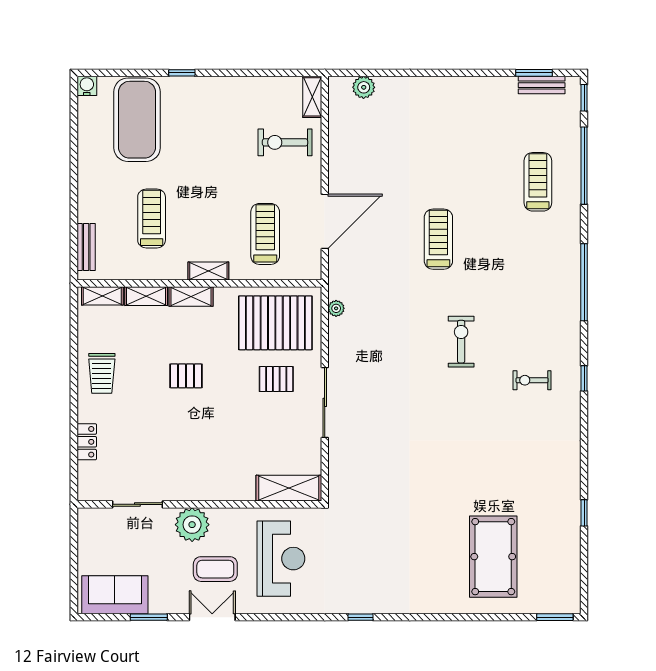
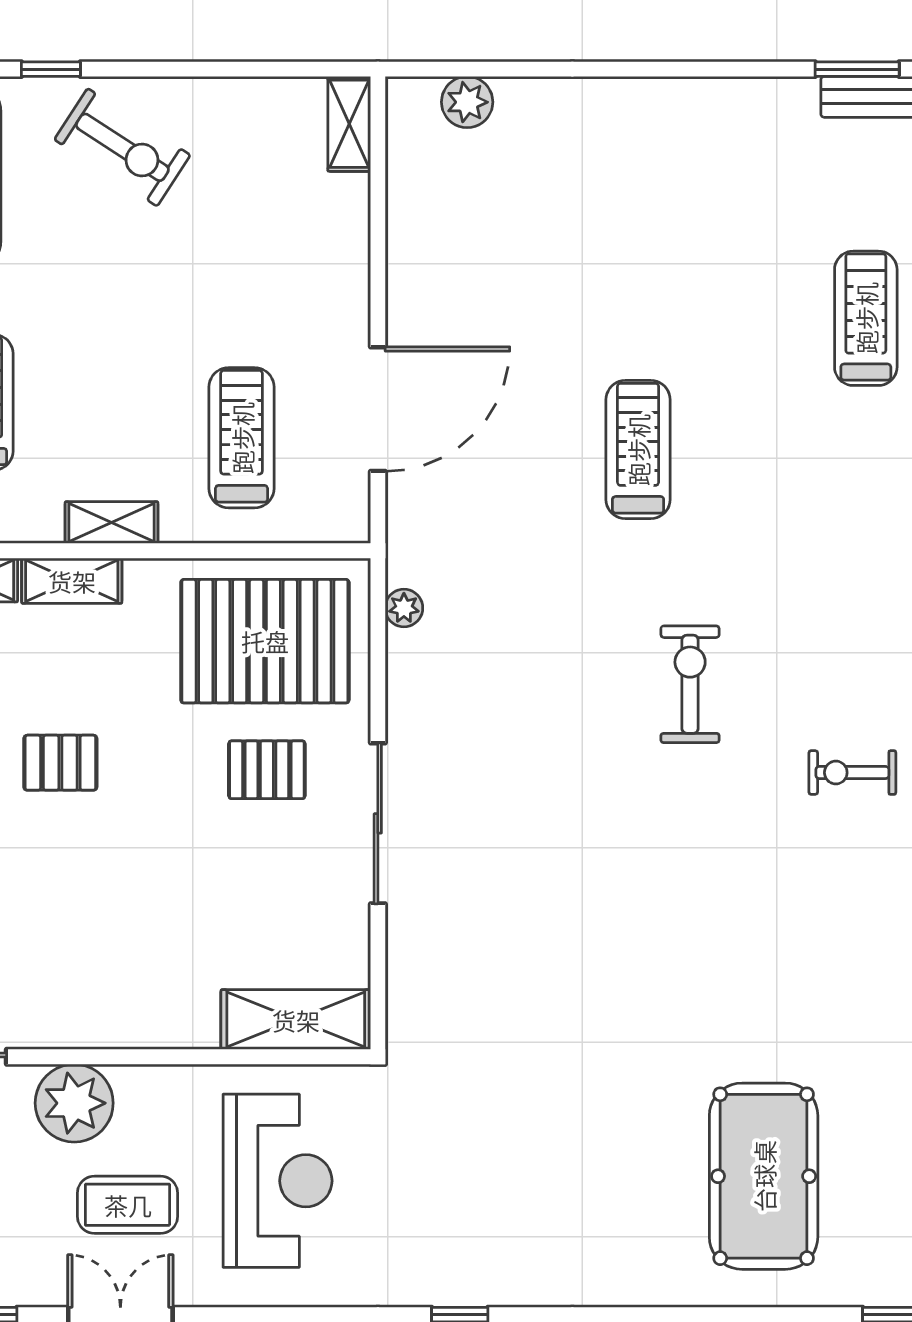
exercise bike: (285, 142) -> (122, 147), moved, turned -147

